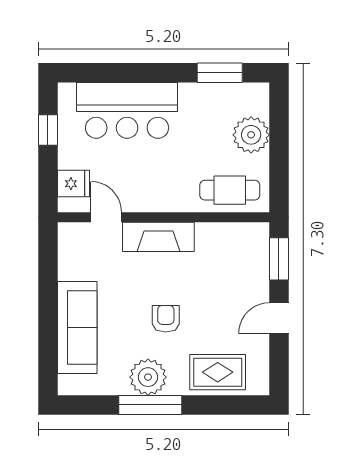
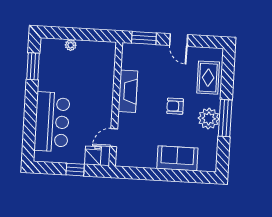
window: (48, 130) -> (75, 170), moved
plant: (251, 135) -> (71, 45), width x0.53, depth x0.53
cafe table: (230, 190) -> (102, 64), removed
fireplace: (158, 237) -> (128, 91), moved
sofa: (77, 328) -> (177, 158), width x0.73

